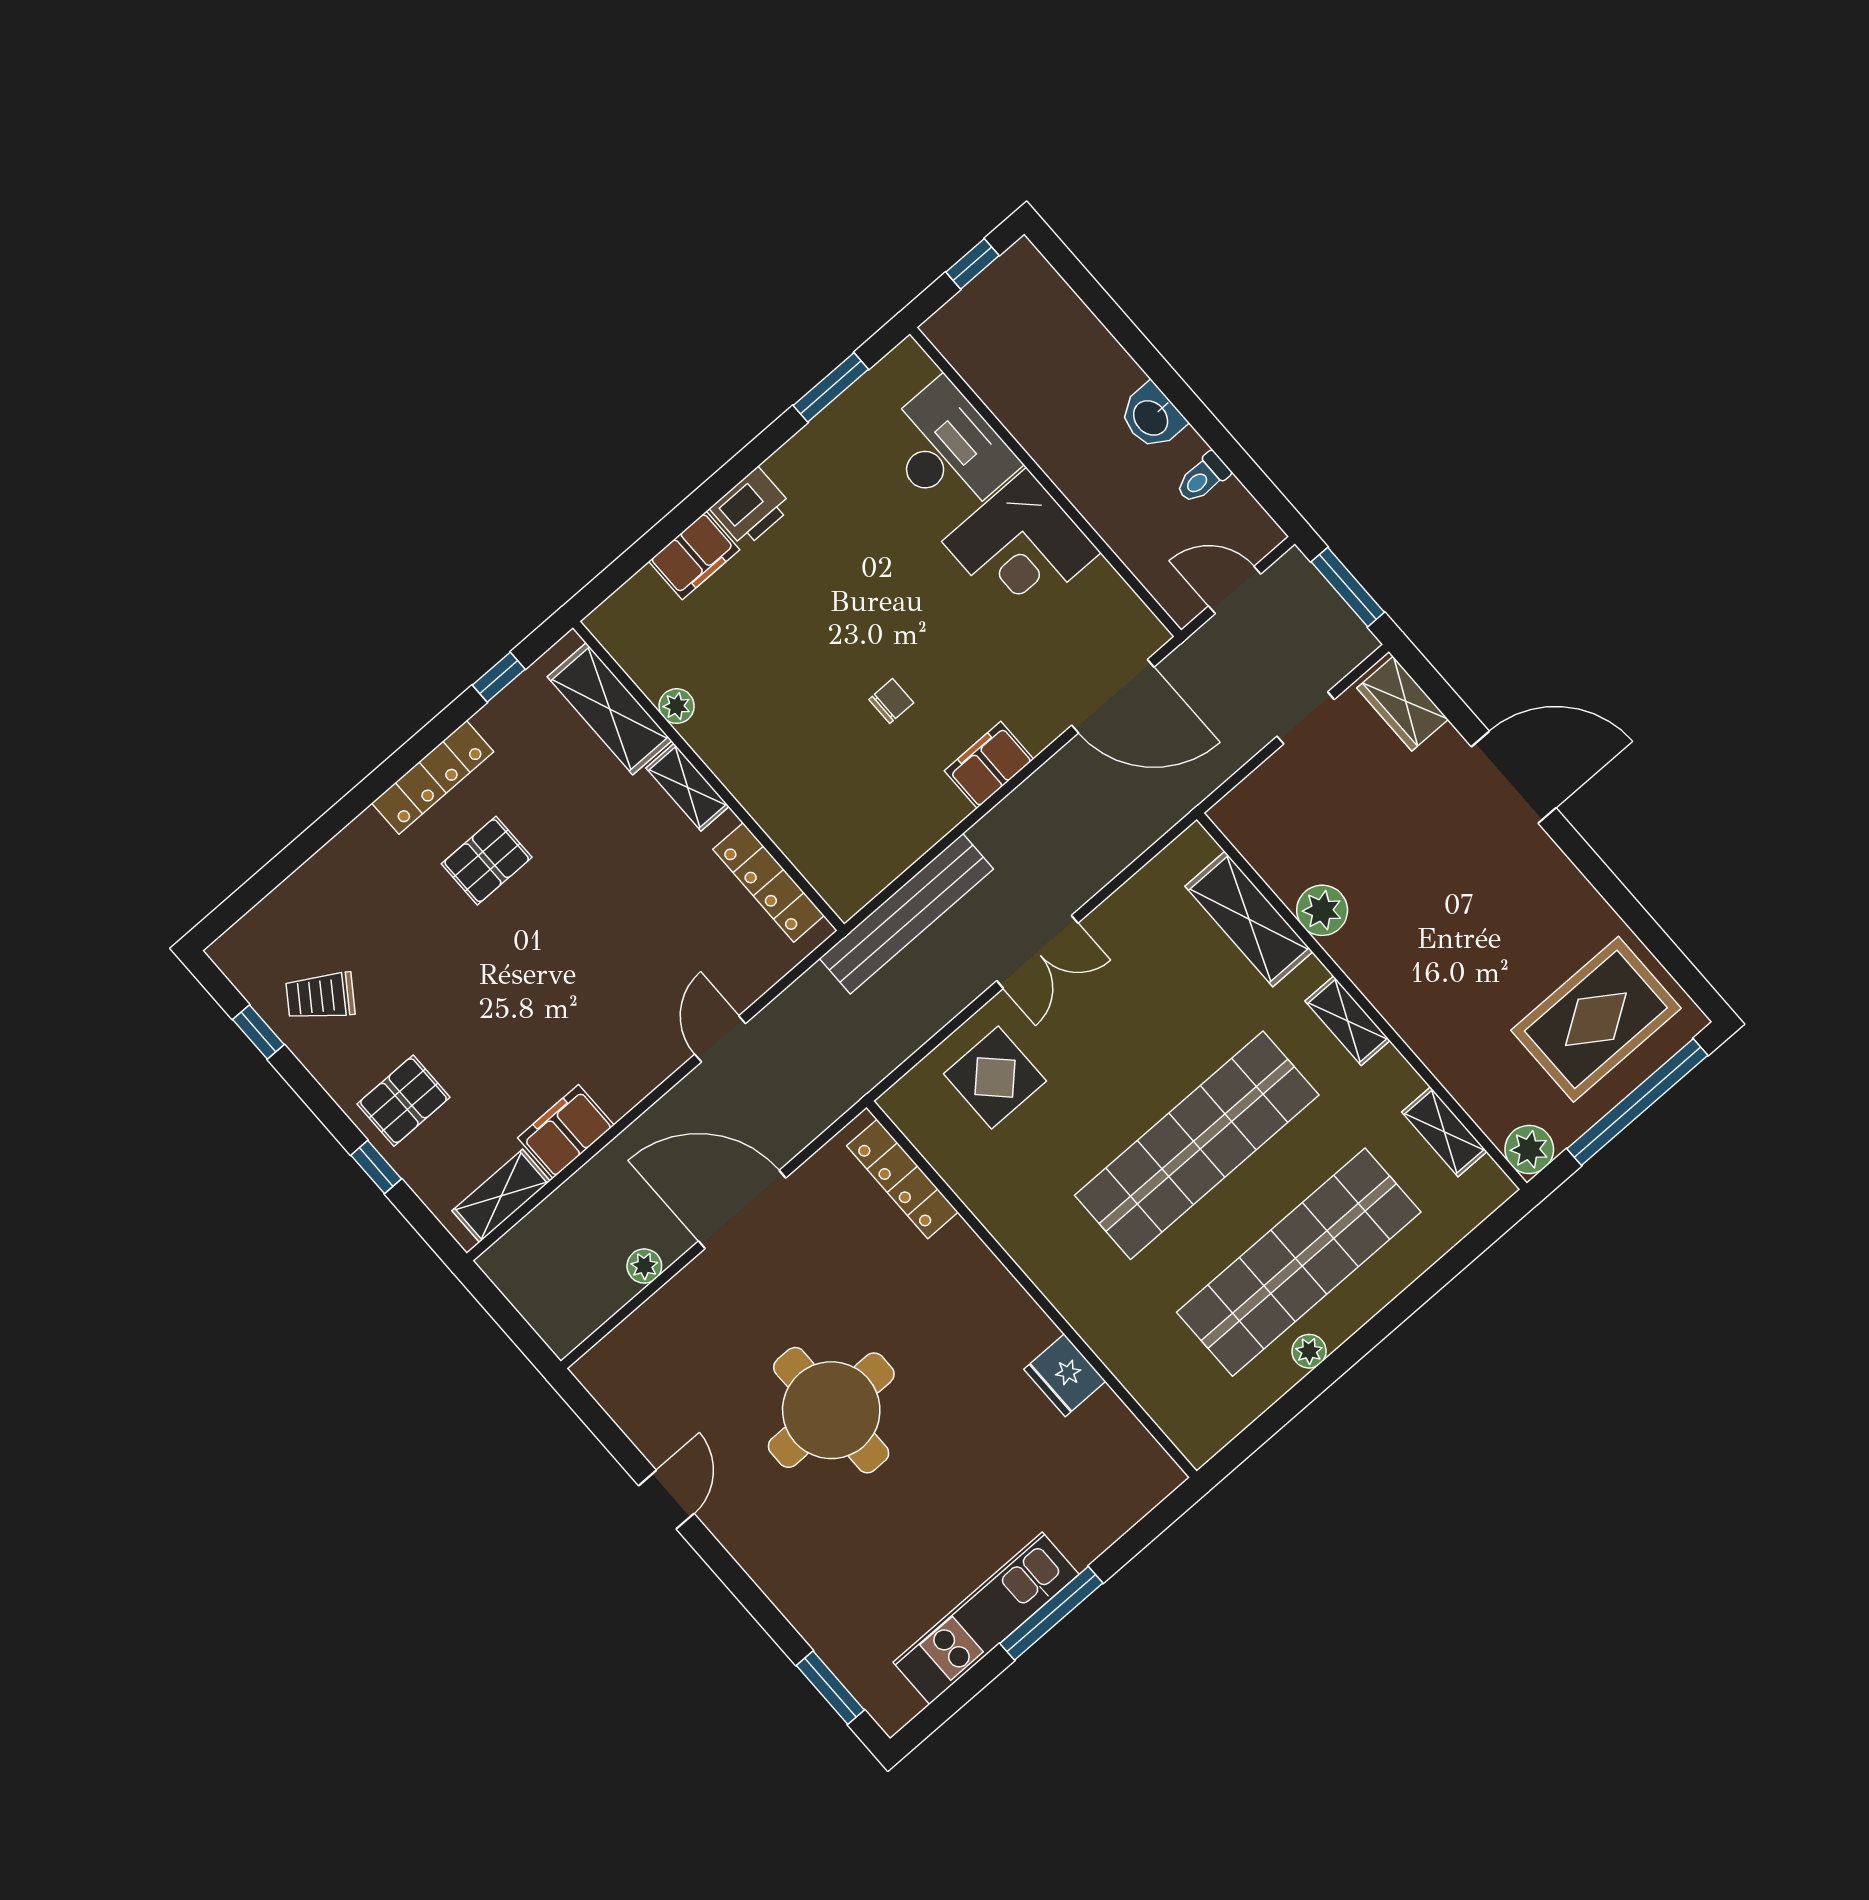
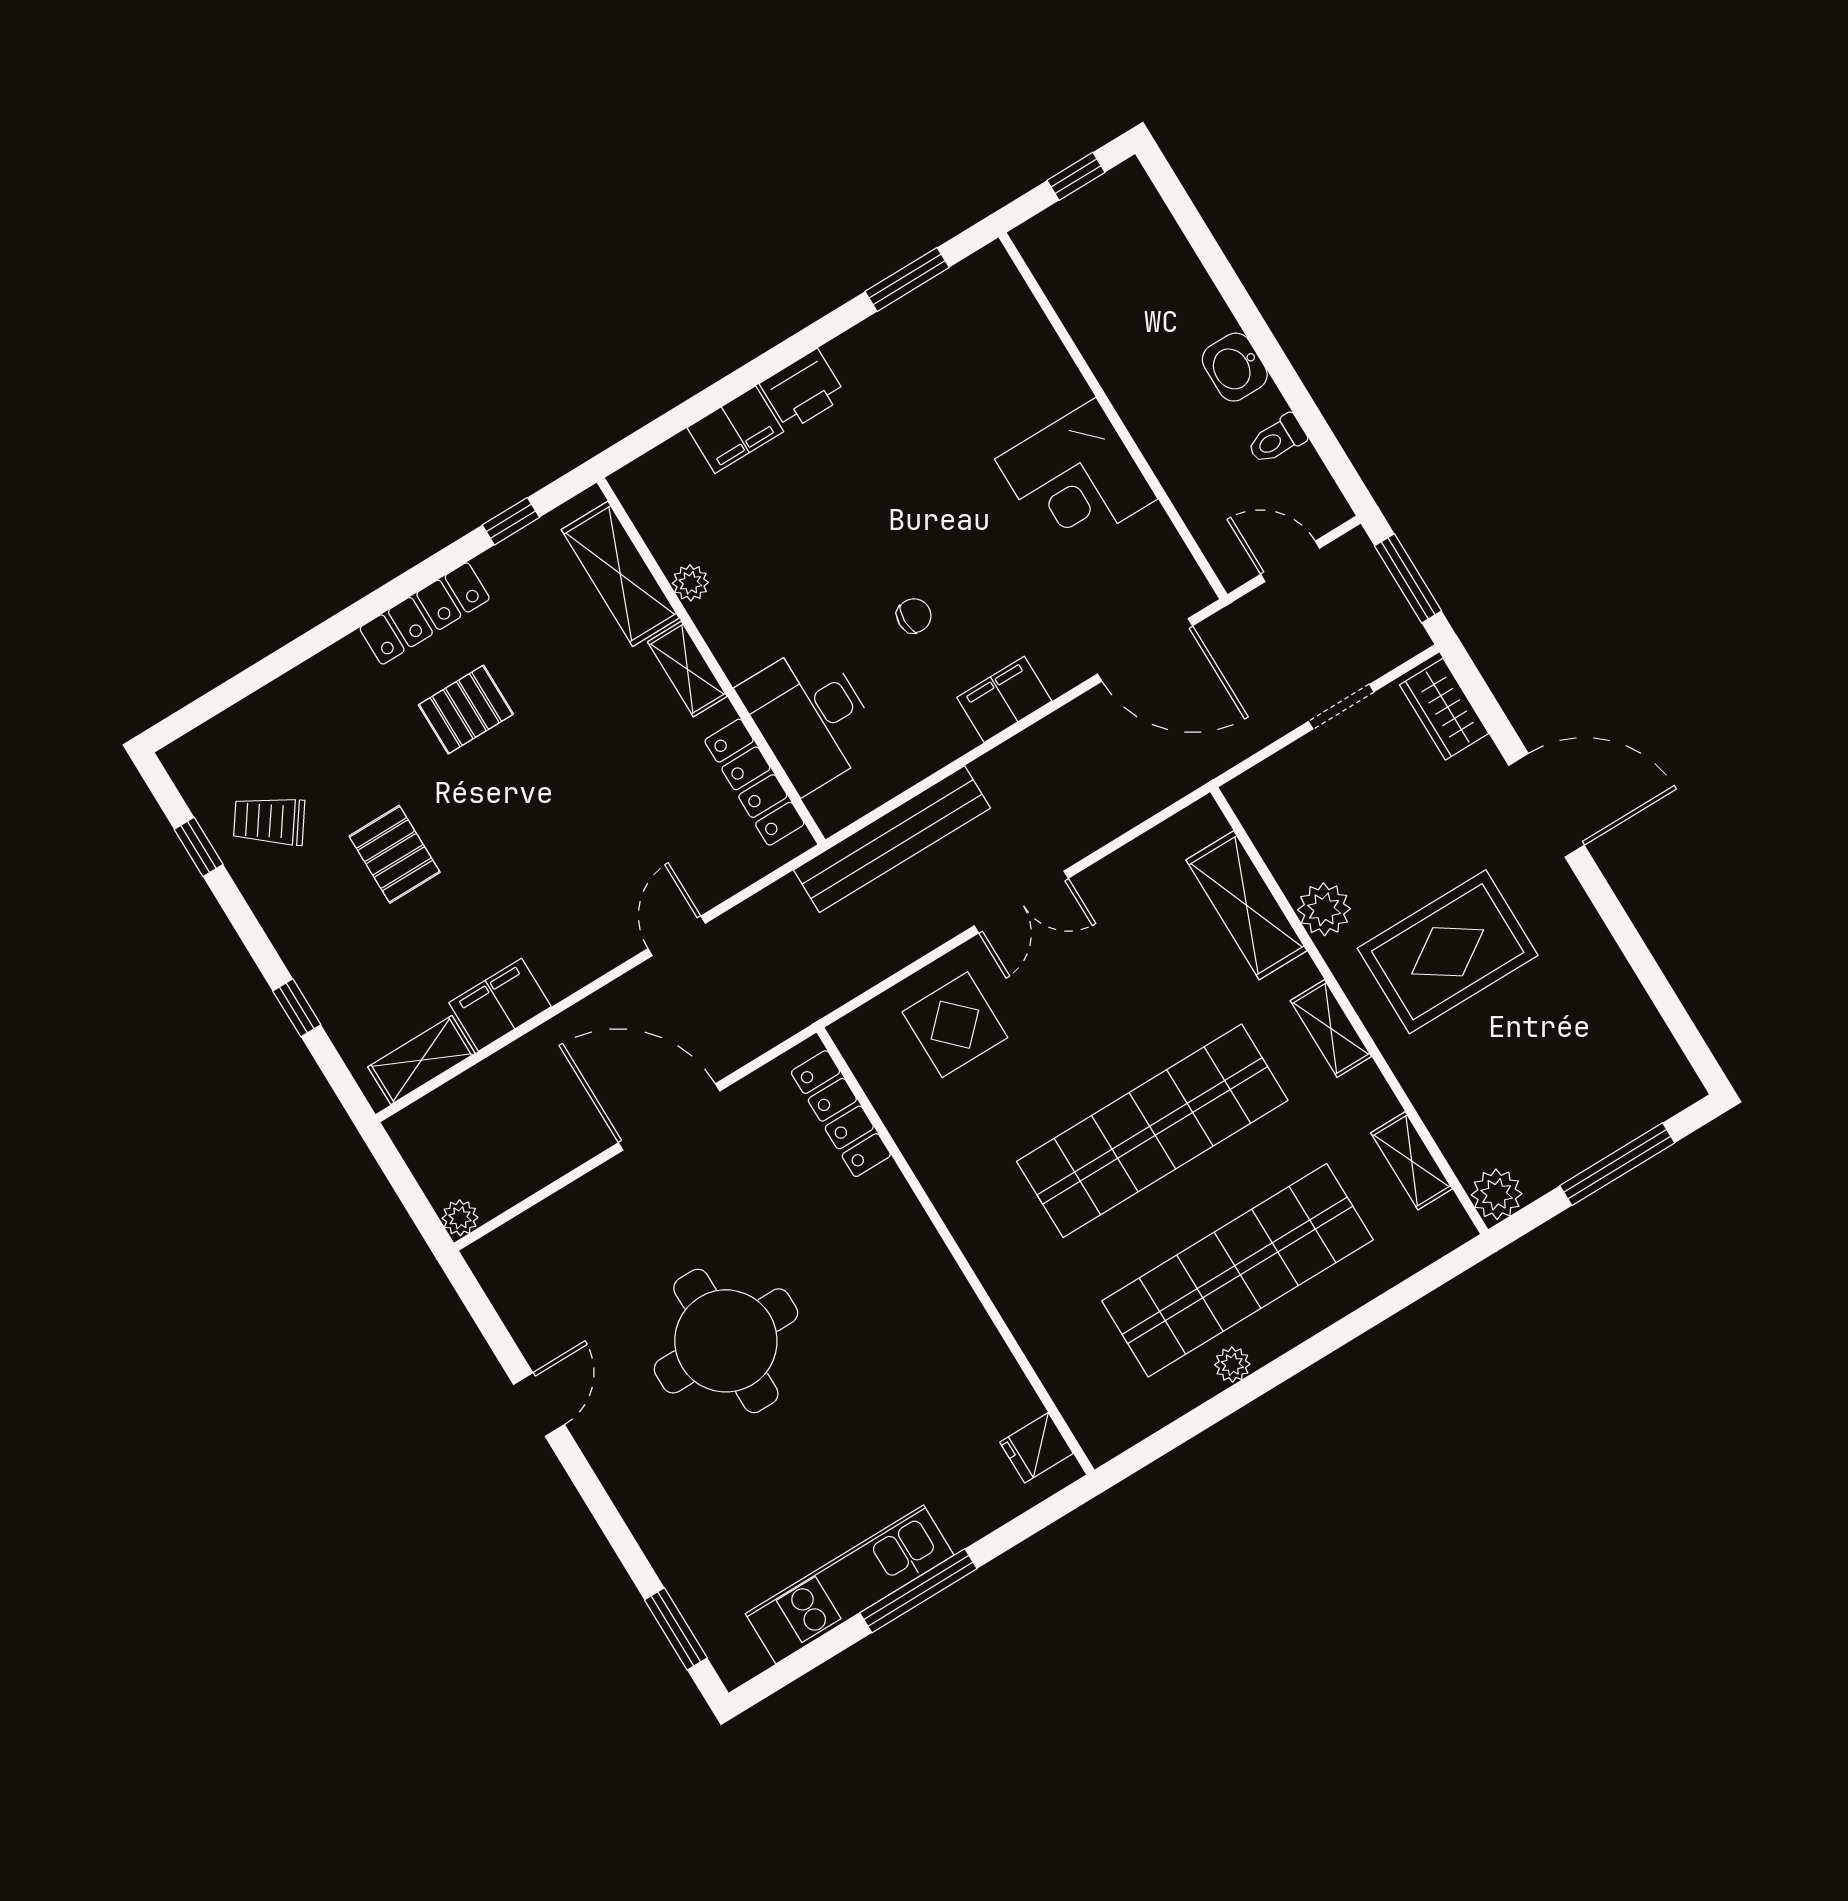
desk: (948, 450) -> (810, 717), moved, turned 180
rug: (1596, 1019) -> (1448, 952), moved
pallet: (404, 1101) -> (395, 854), moved, turned 90
window: (1637, 1102) -> (1617, 1164), width x0.68
plant: (644, 1266) -> (460, 1218), moved
fridge: (1065, 1375) -> (1036, 1448), moved, width x0.72

